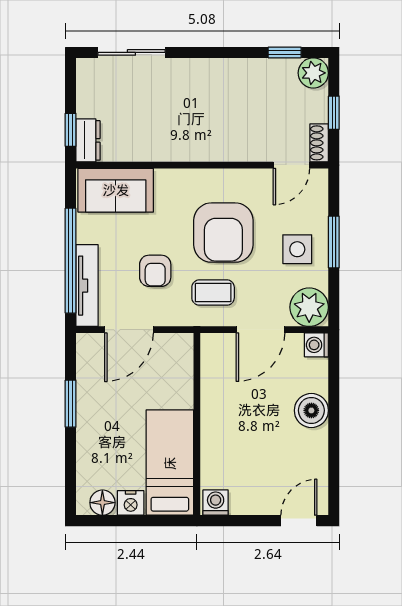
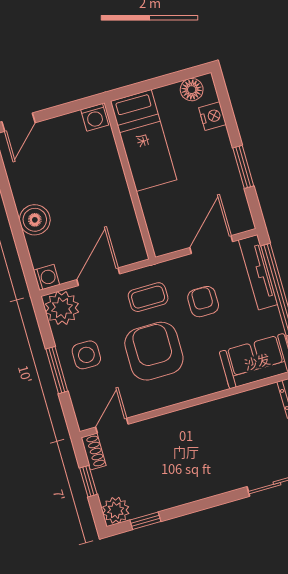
nightstand: (131, 503) -> (212, 116), moved, turned 90

